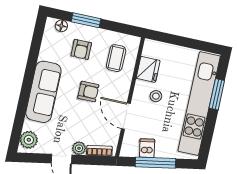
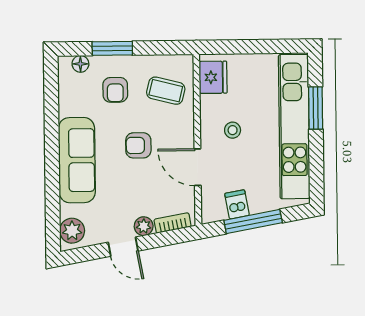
coffee table: (116, 58) -> (166, 91), turned -76
fridge: (148, 69) -> (213, 77), moved
armchair: (88, 92) -> (138, 145), turned 180

